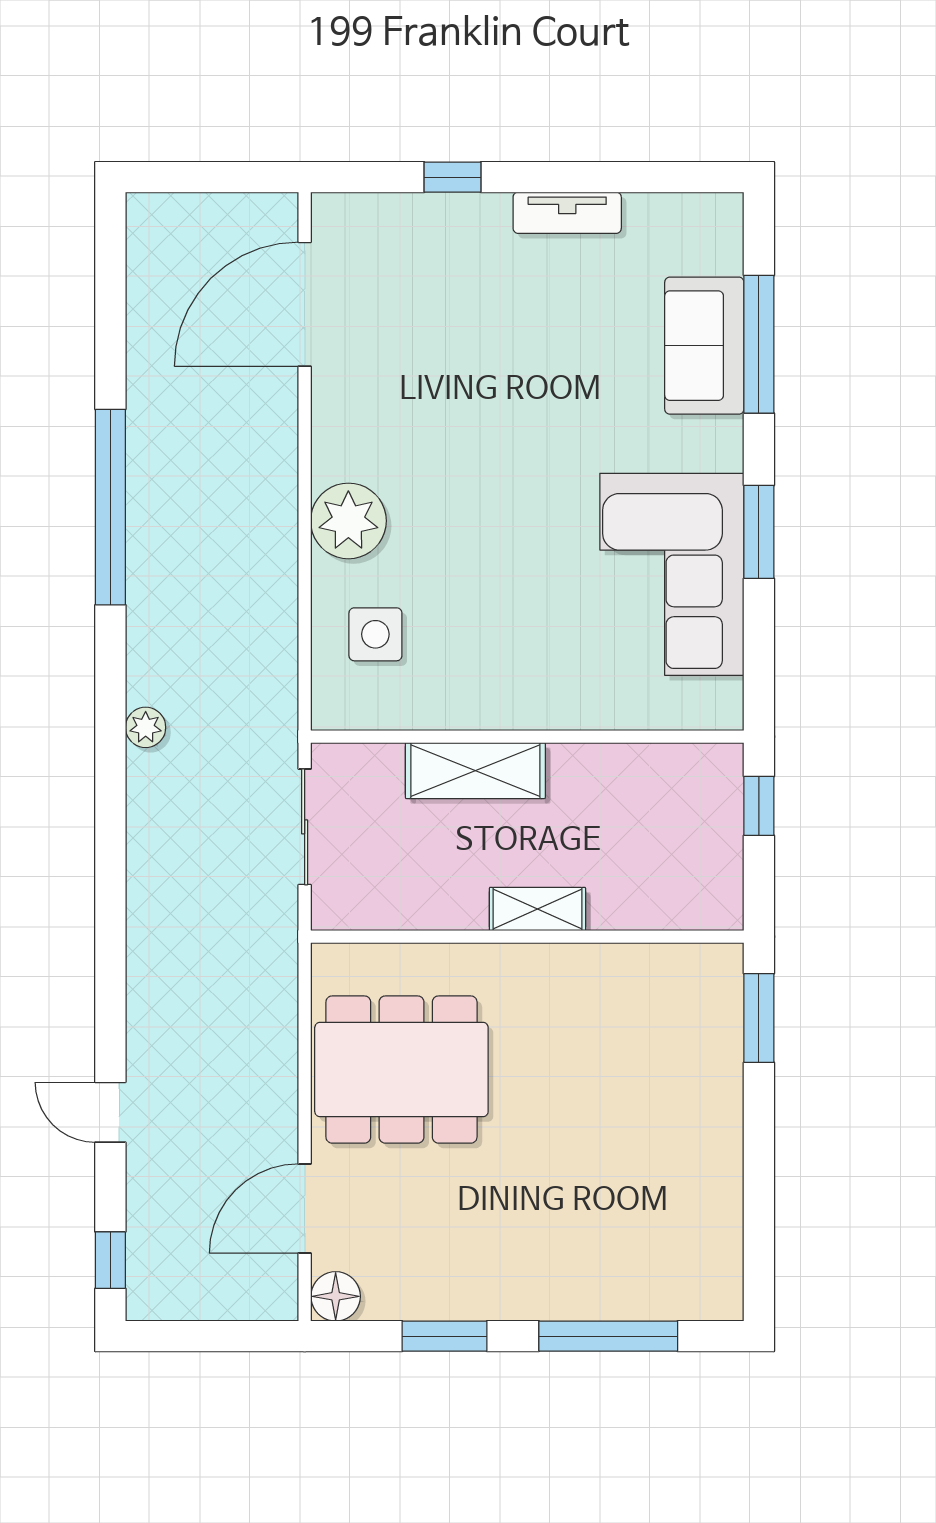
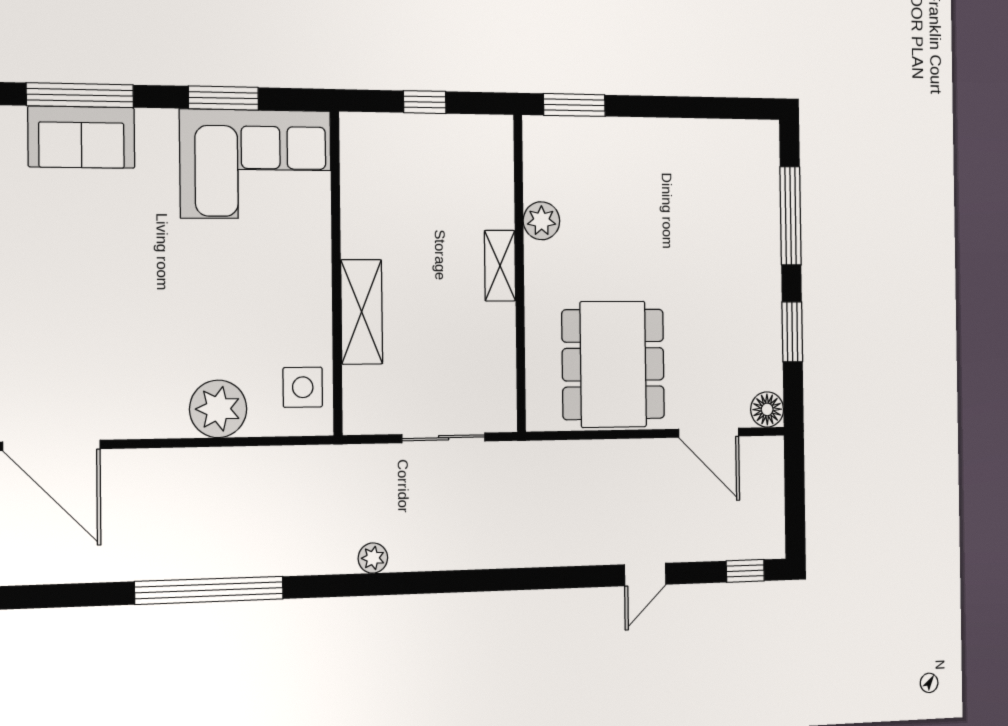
wall: (527, 737) -> (336, 273), moved
shelving: (475, 771) -> (362, 312), moved
plant: (599, 969) -> (541, 221), added

